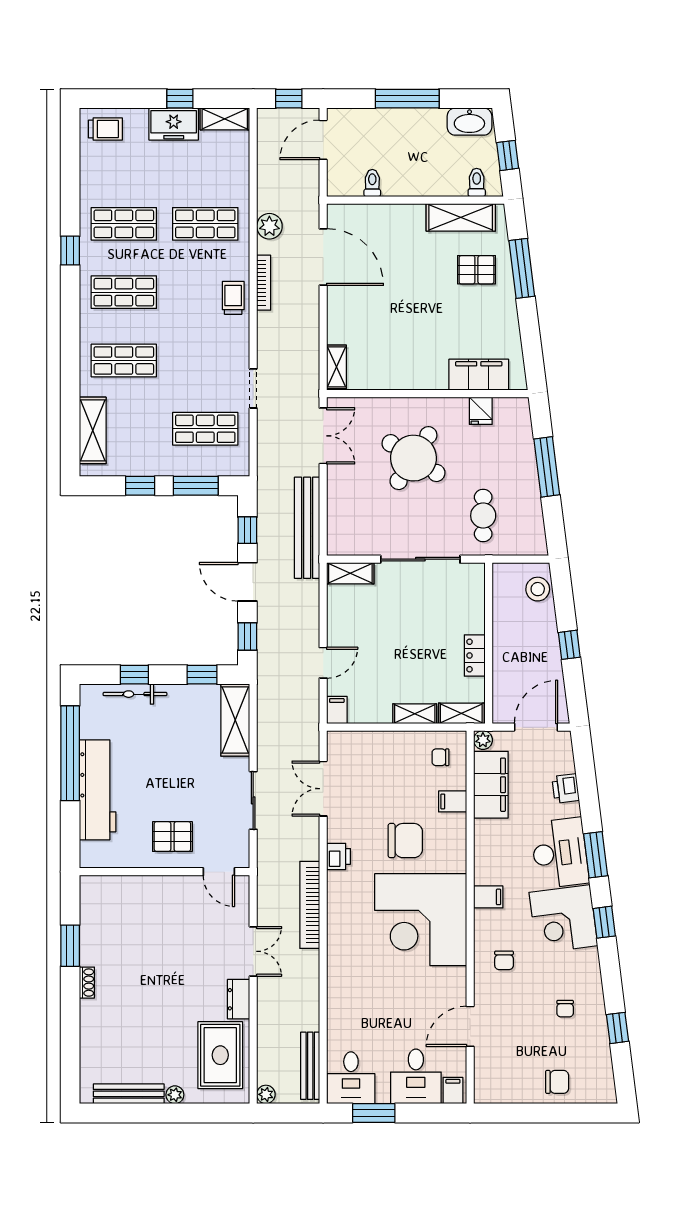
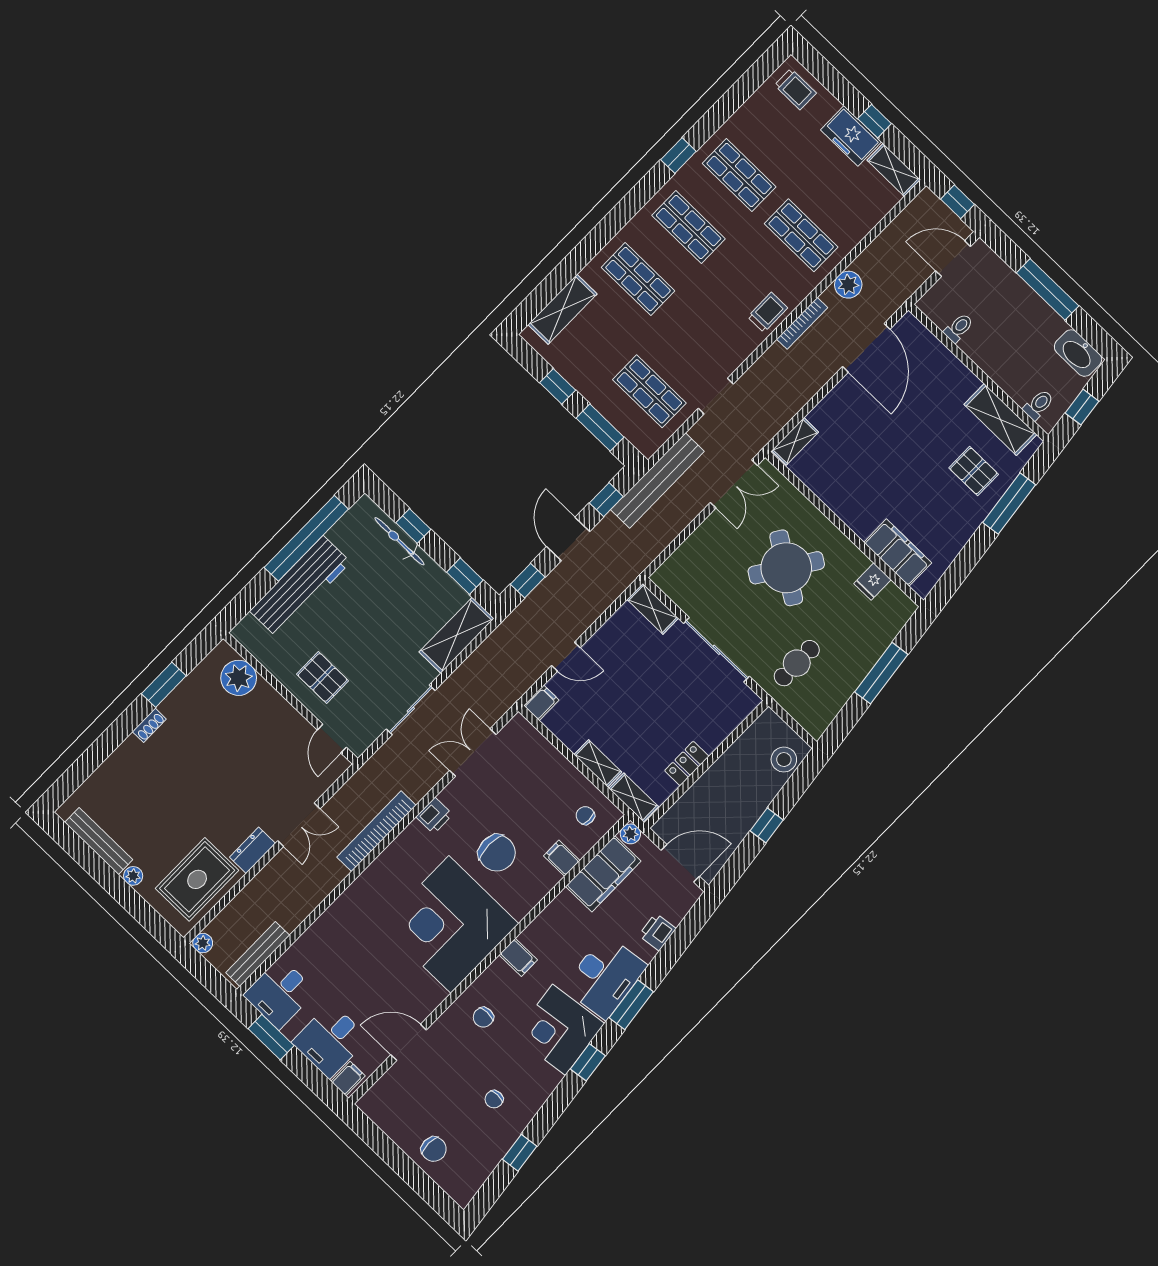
bench: (307, 528) -> (657, 480), moved
plant: (116, 892) -> (239, 678), added

